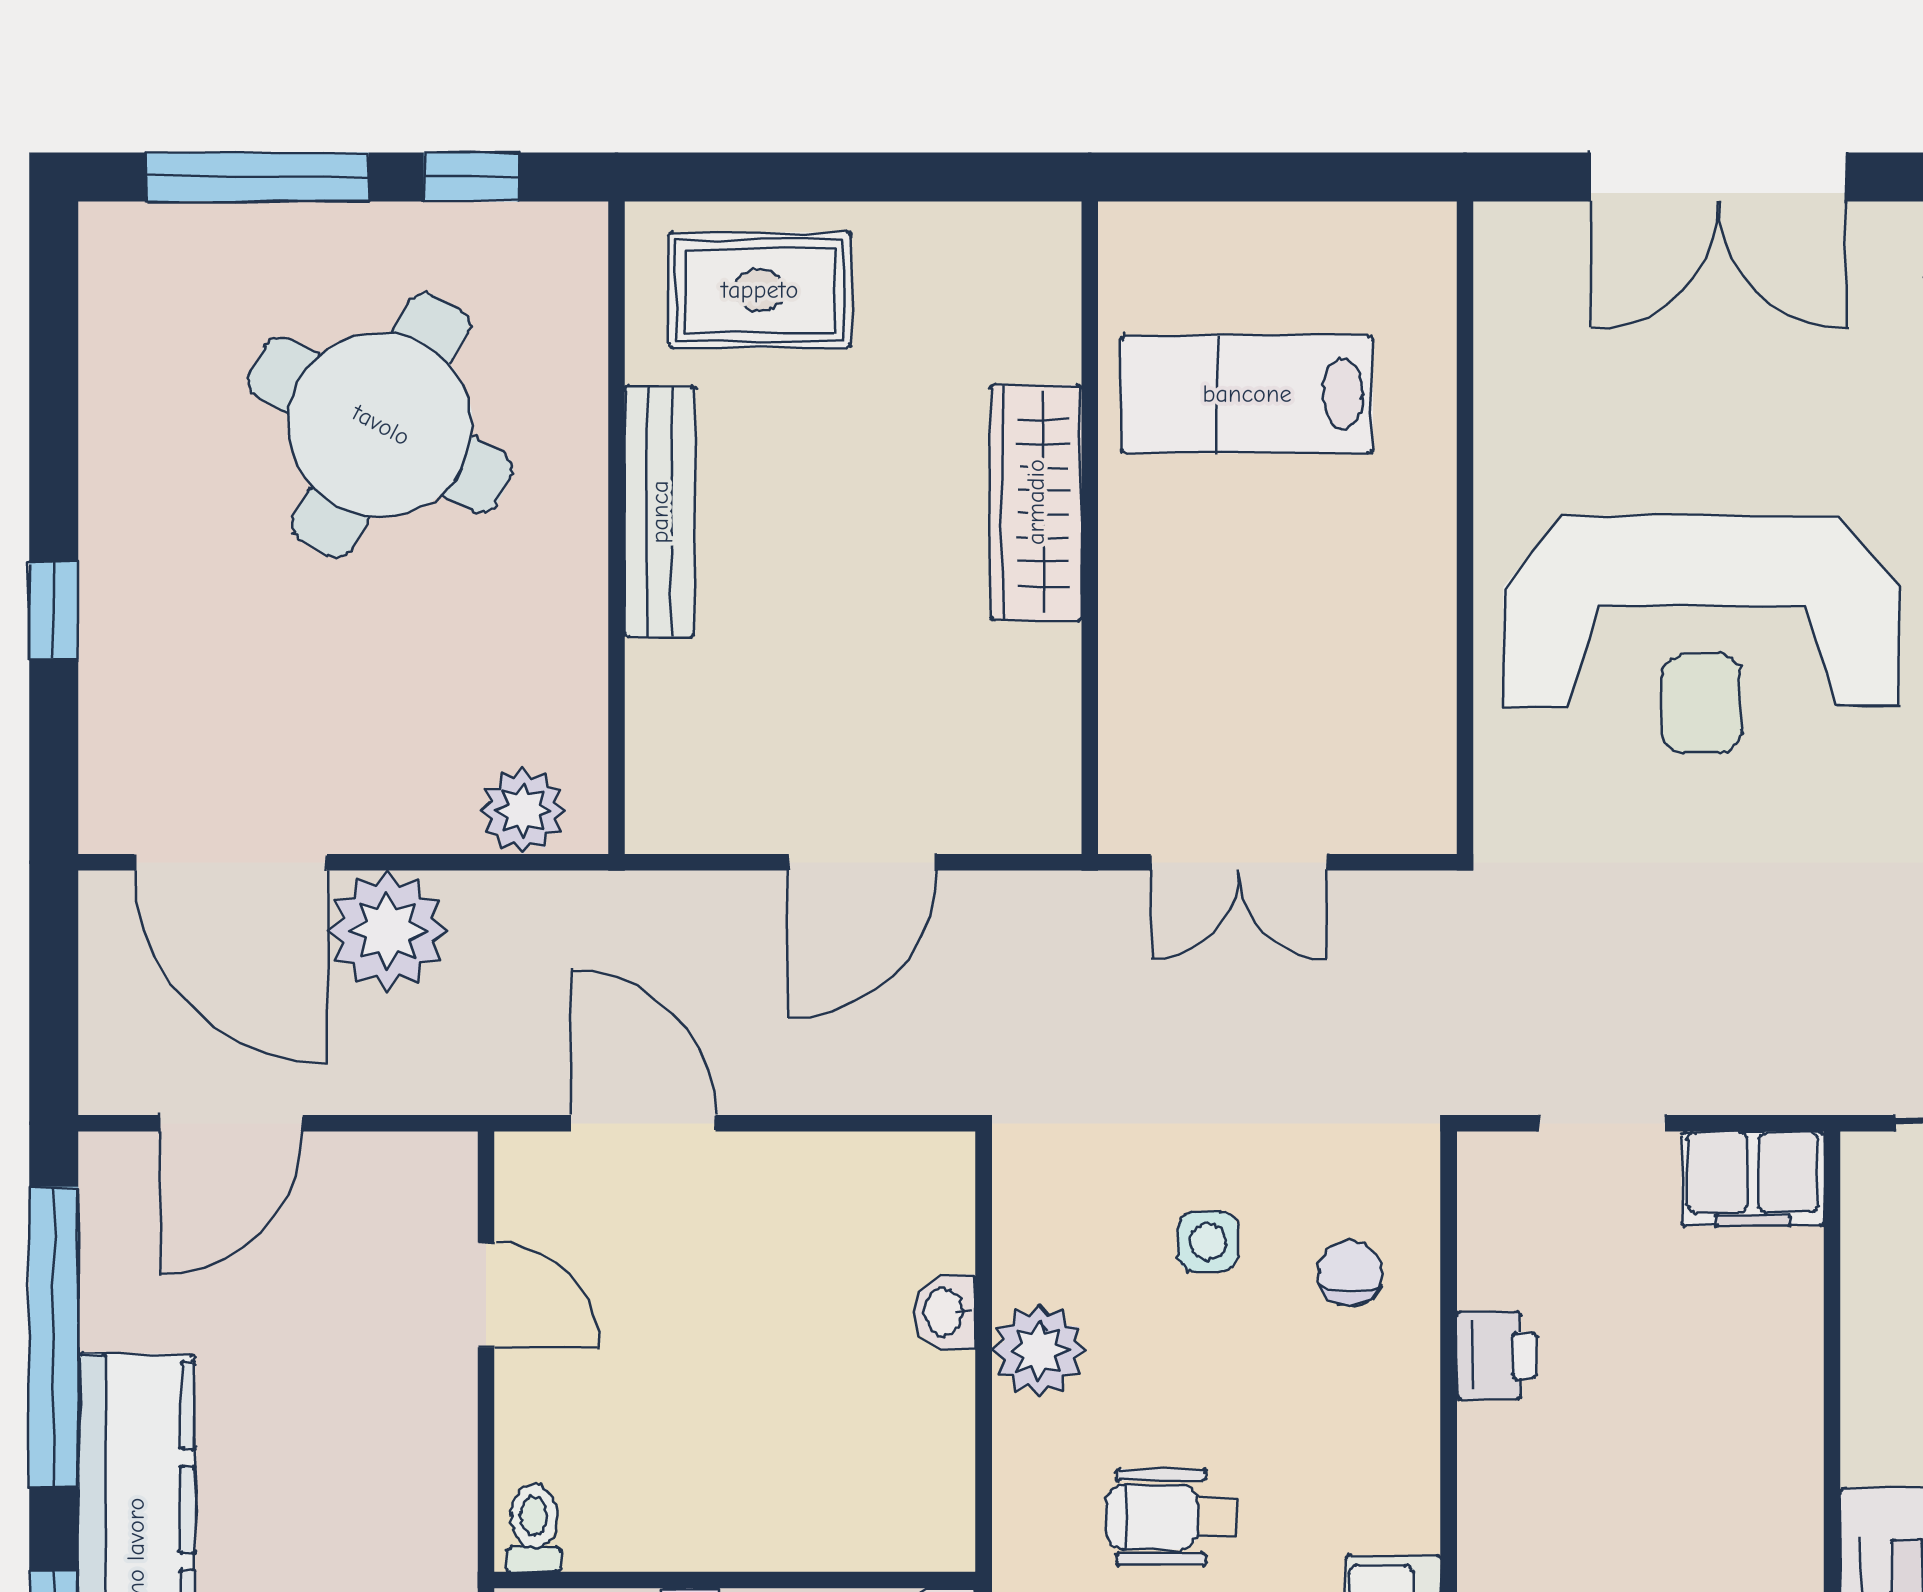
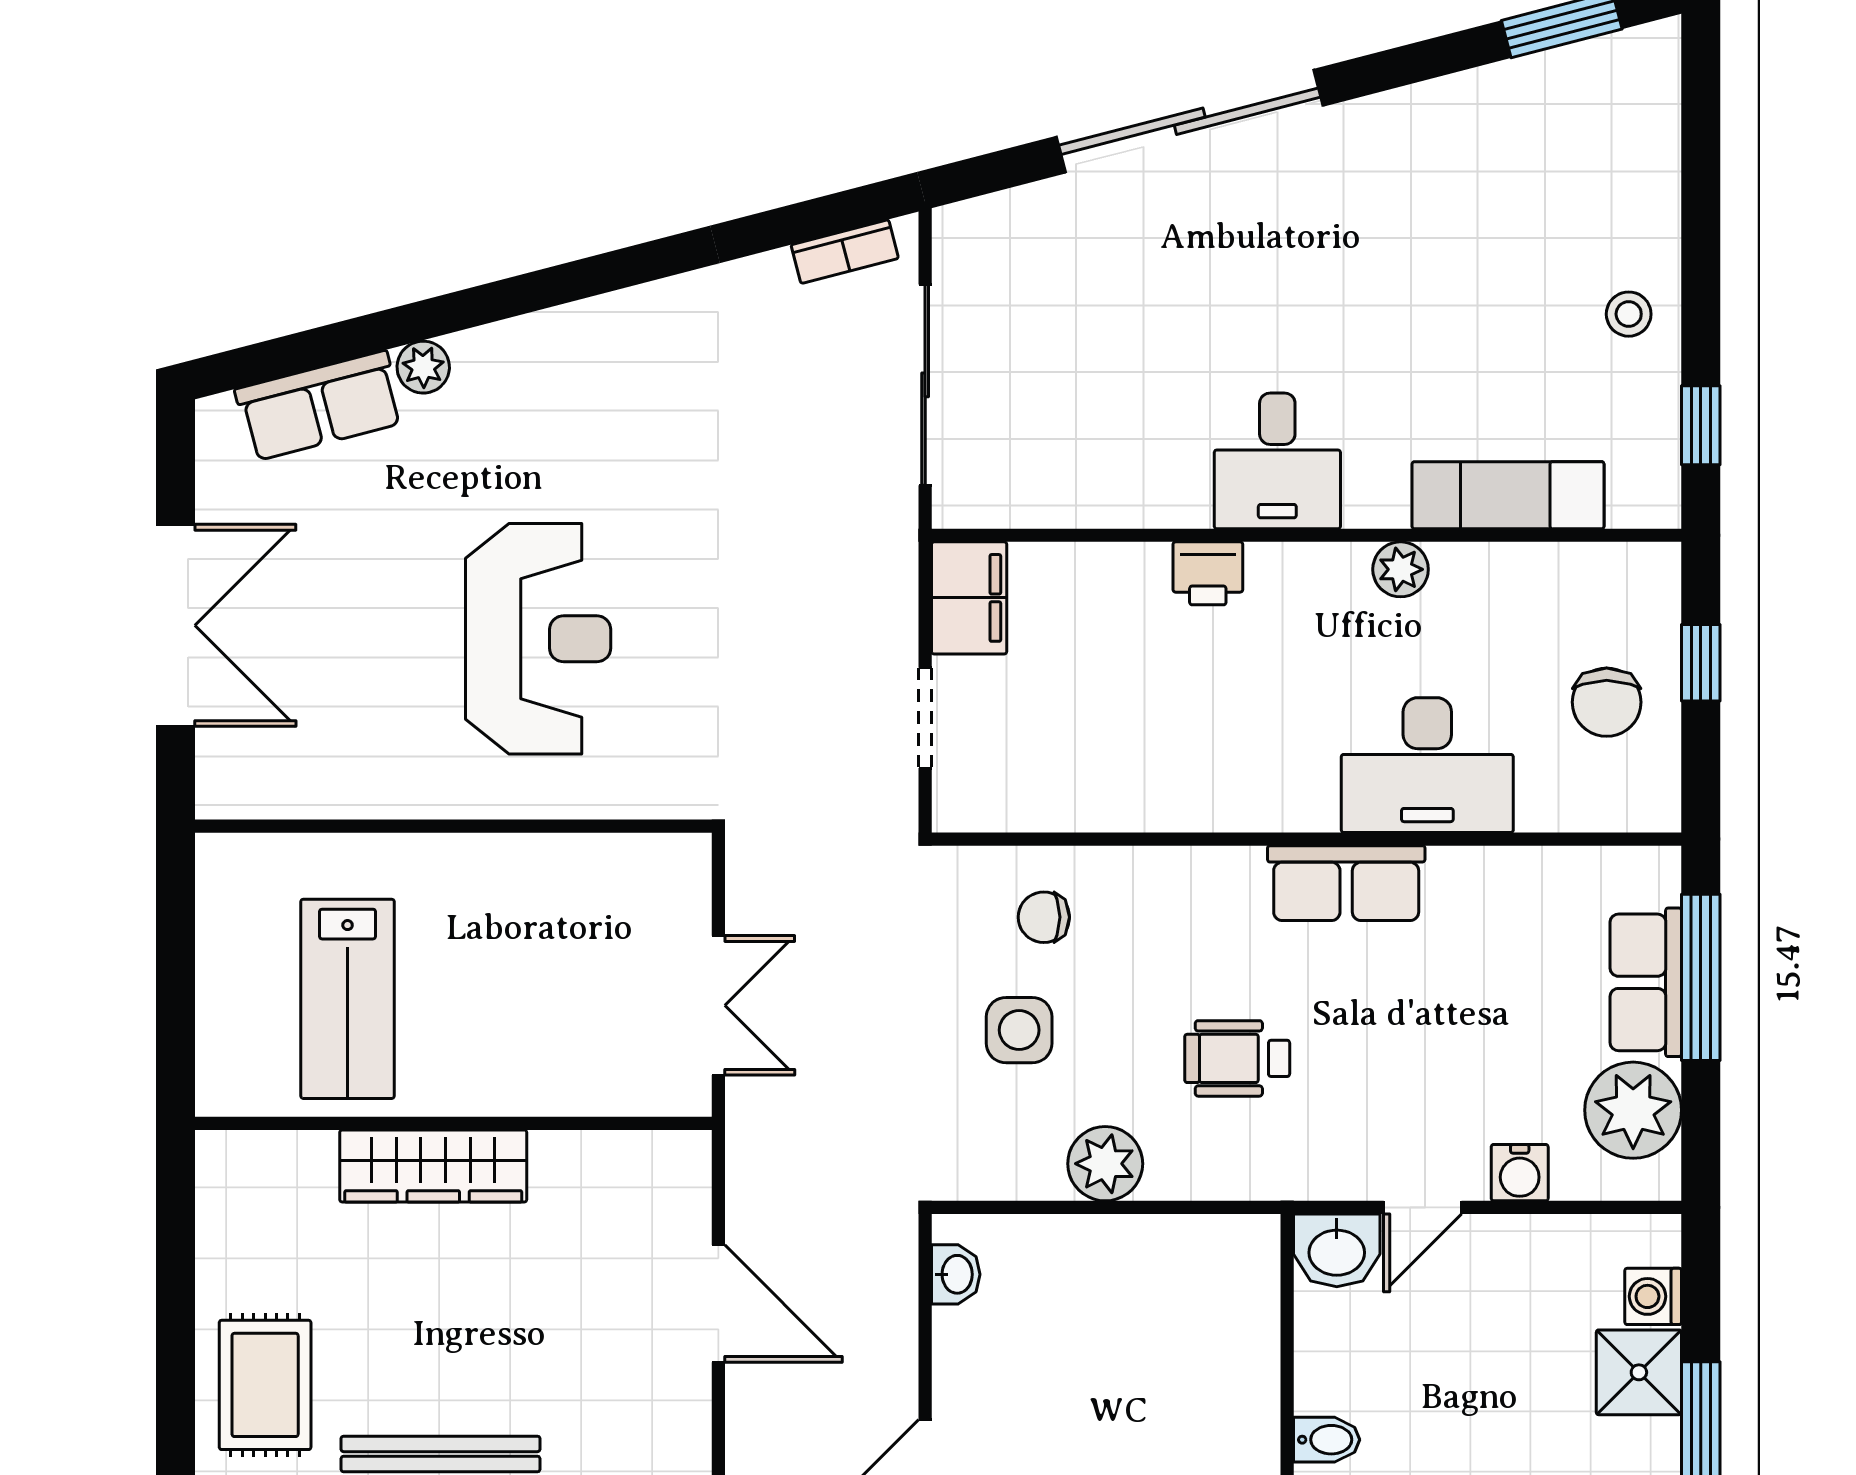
reception desk: (1701, 635) -> (538, 639), width x0.74, depth x0.77
side table: (1208, 1242) -> (1019, 1030), width x1.37, depth x1.37
washbasin: (945, 1312) -> (956, 1274), moved, turned -90
printer: (1497, 1355) -> (1208, 573), moved, turned 180
wheelchair: (1172, 1517) -> (1237, 1058), turned 90

